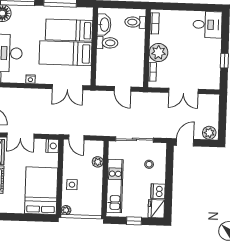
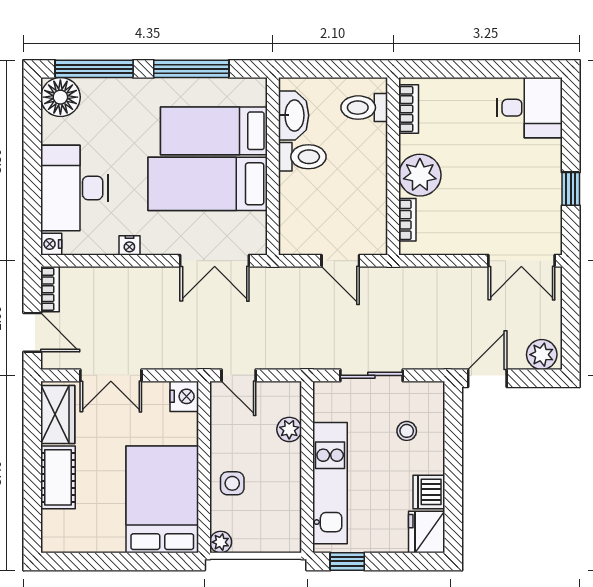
double door: (183, 91) -> (521, 261), moved
sliding door: (134, 139) -> (371, 375), width x0.73
window: (134, 221) -> (347, 561), moved

